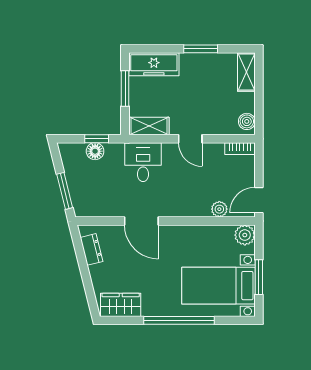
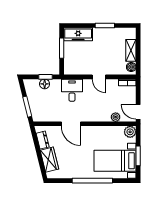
shelving: (246, 72) -> (131, 50), moved
shelving: (149, 126) -> (75, 70), removed
door: (259, 200) -> (138, 112), hinge flipped
wardrobe: (121, 305) -> (49, 160), moved, turned 76

